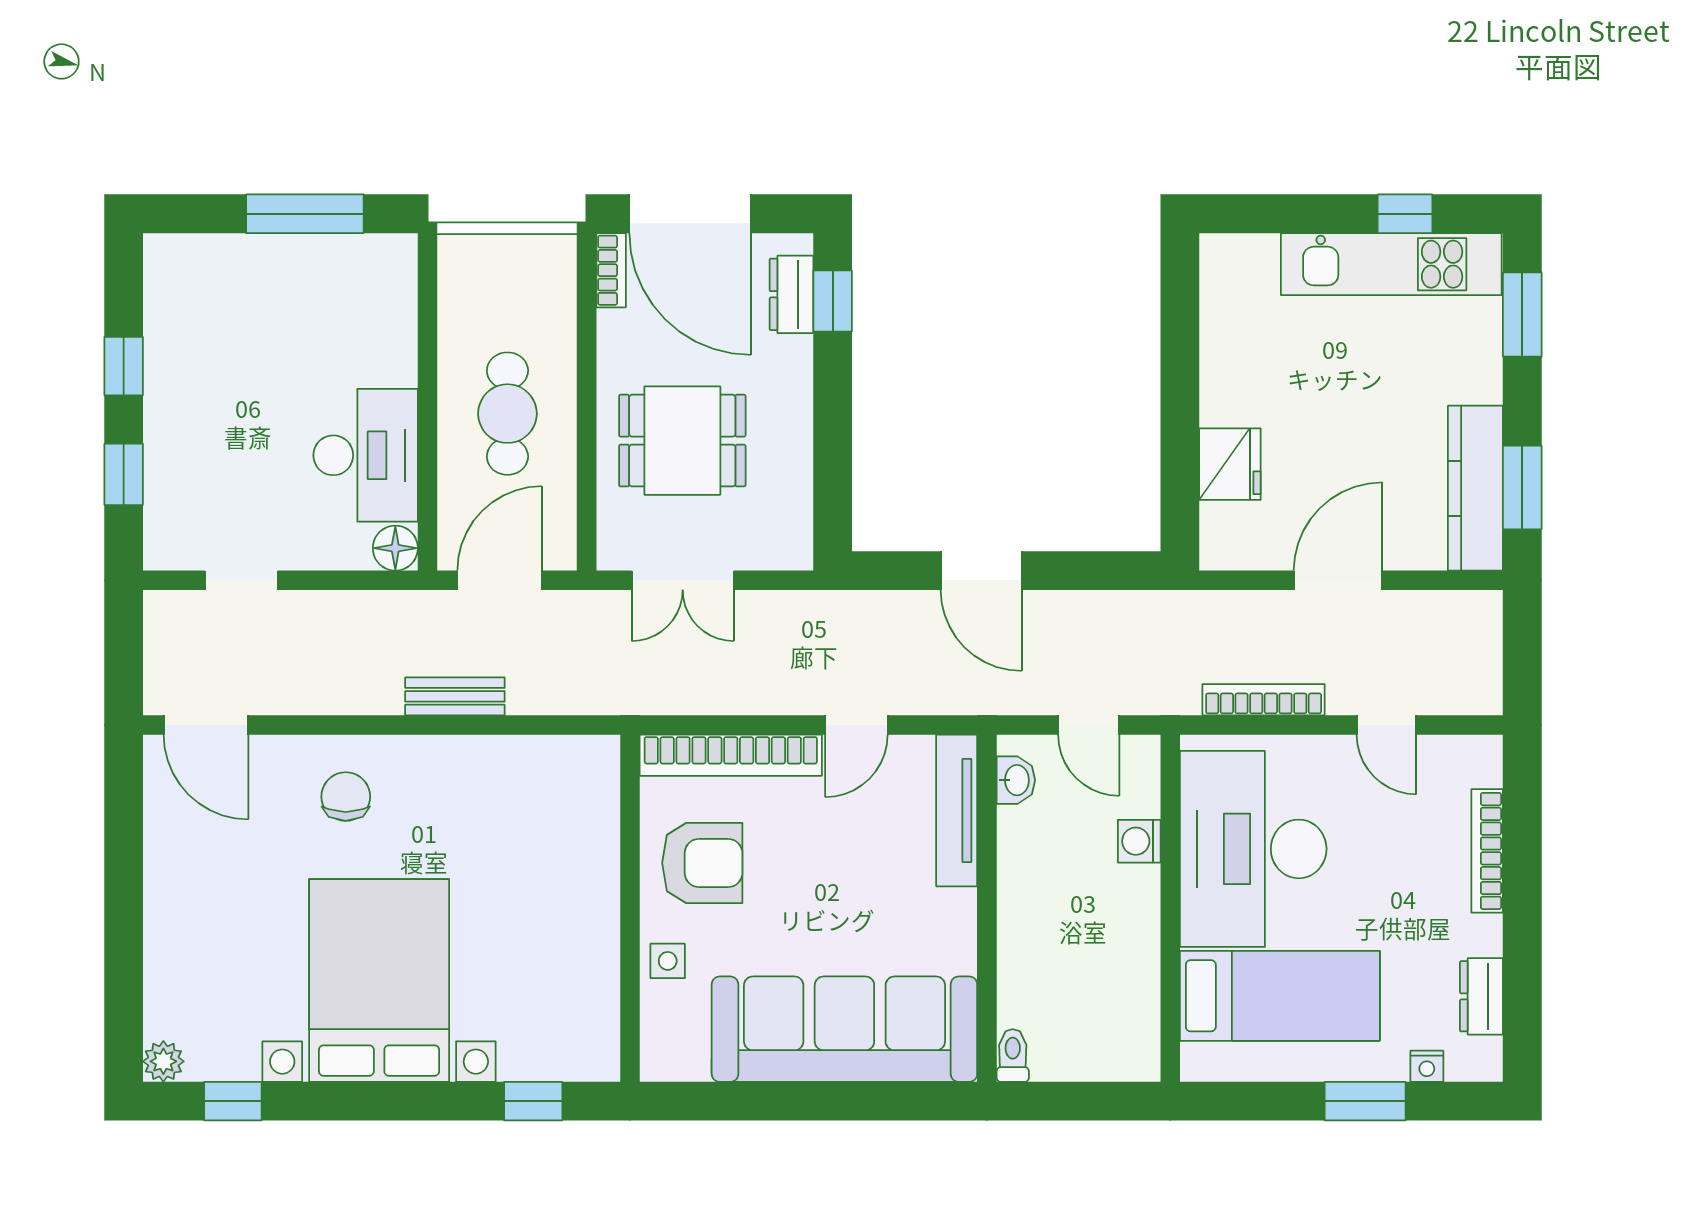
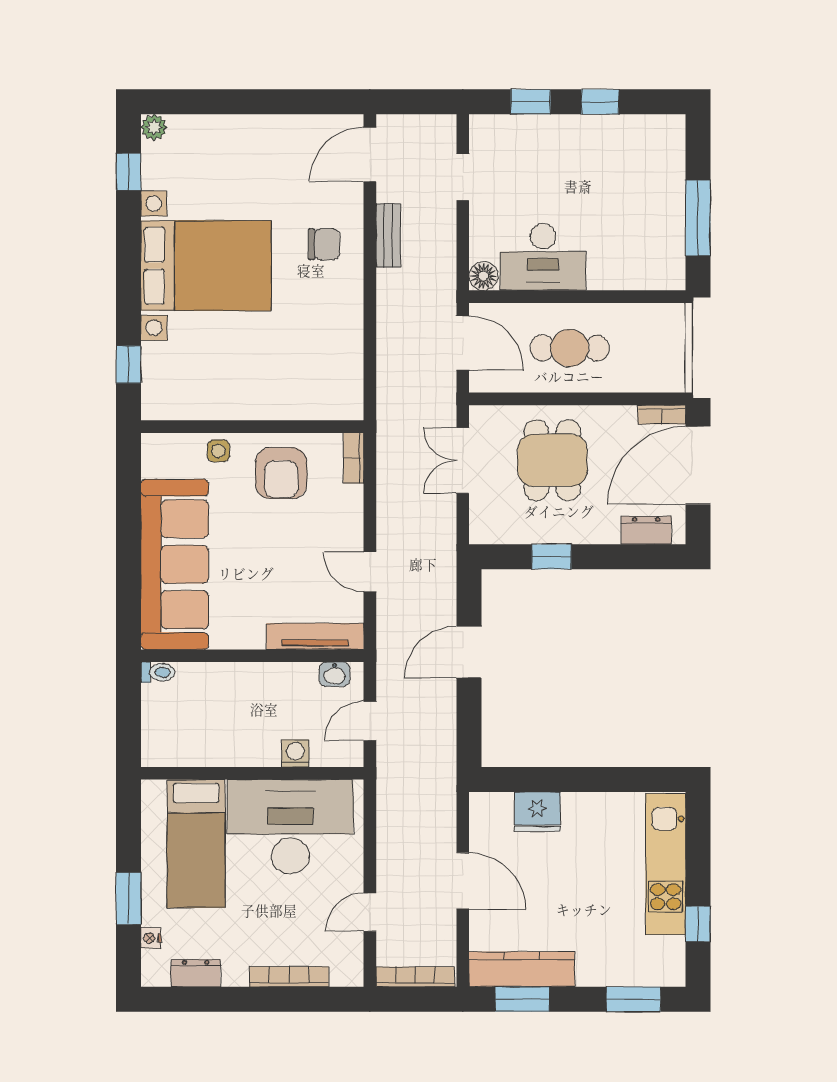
kitchen unit: (1391, 264) -> (666, 864), moved
window: (833, 301) -> (551, 557), moved
bench: (455, 696) -> (388, 235), moved
bookcase: (1264, 700) -> (415, 977), moved, turned -90
bookcase: (731, 755) -> (354, 458), width x0.43, depth x0.76

